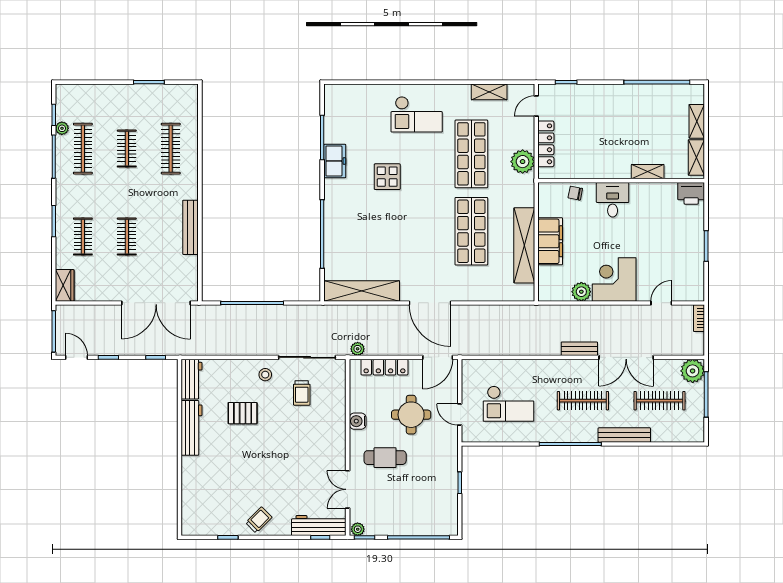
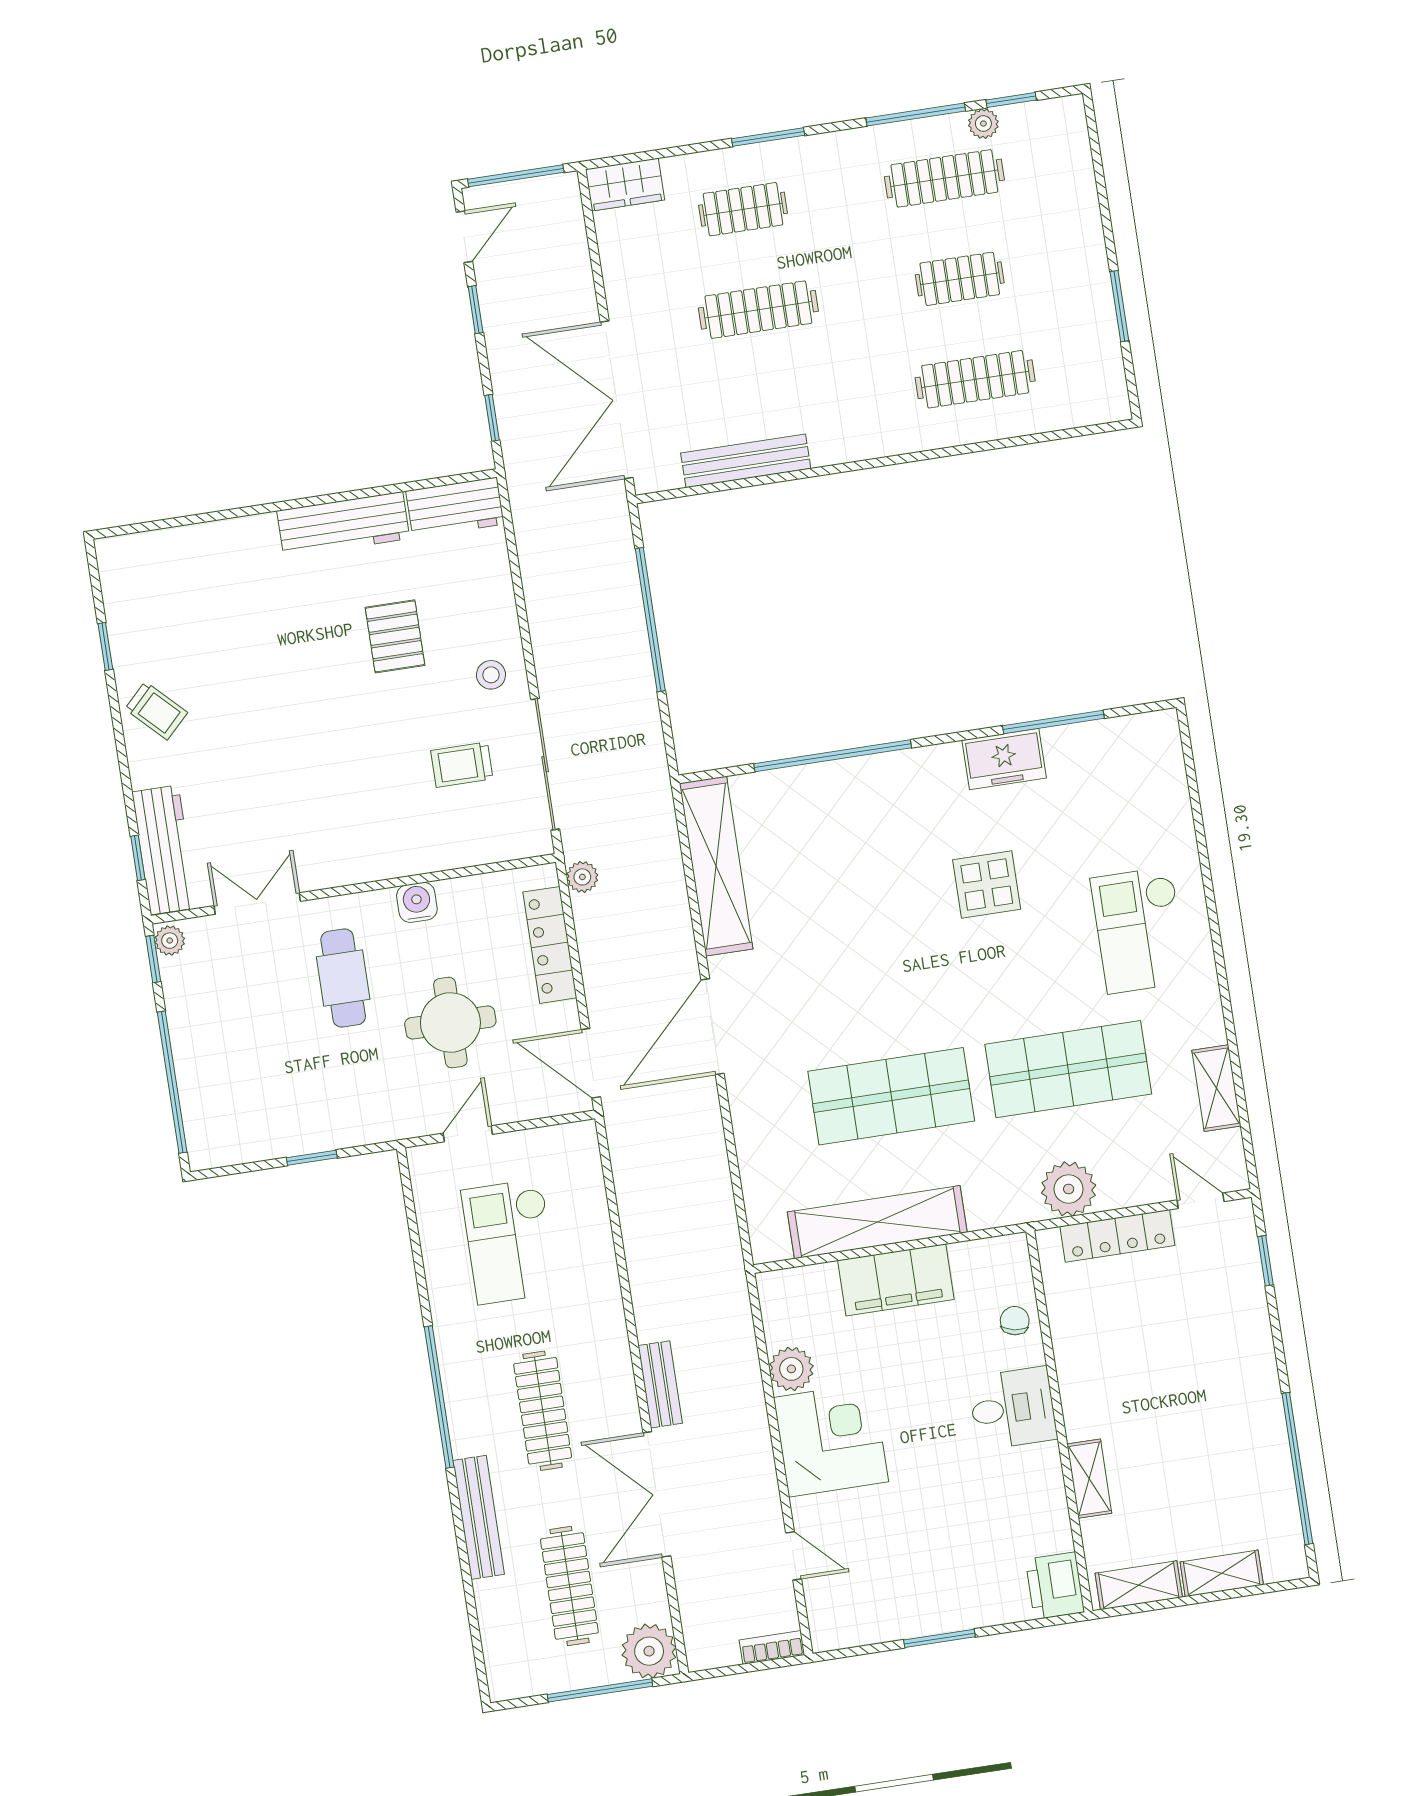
bench: (191, 227) -> (746, 461), moved
clothes rail: (127, 237) -> (758, 310), width x1.36

